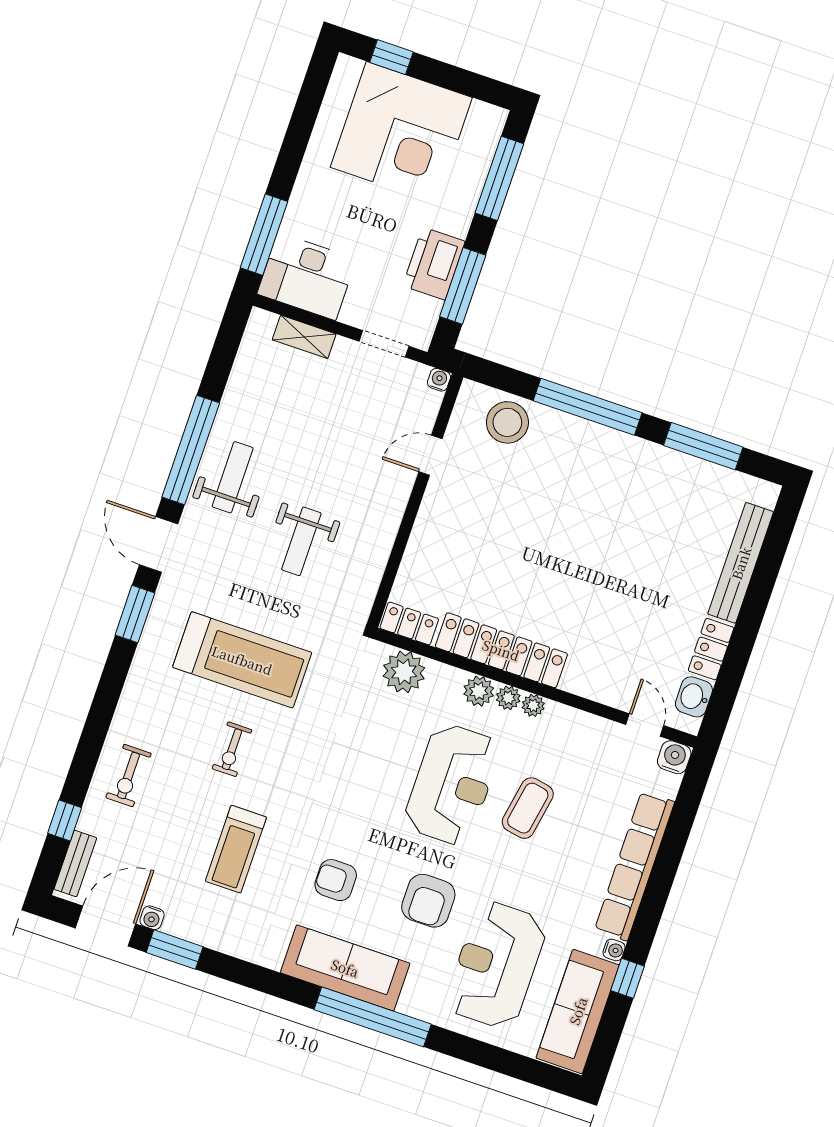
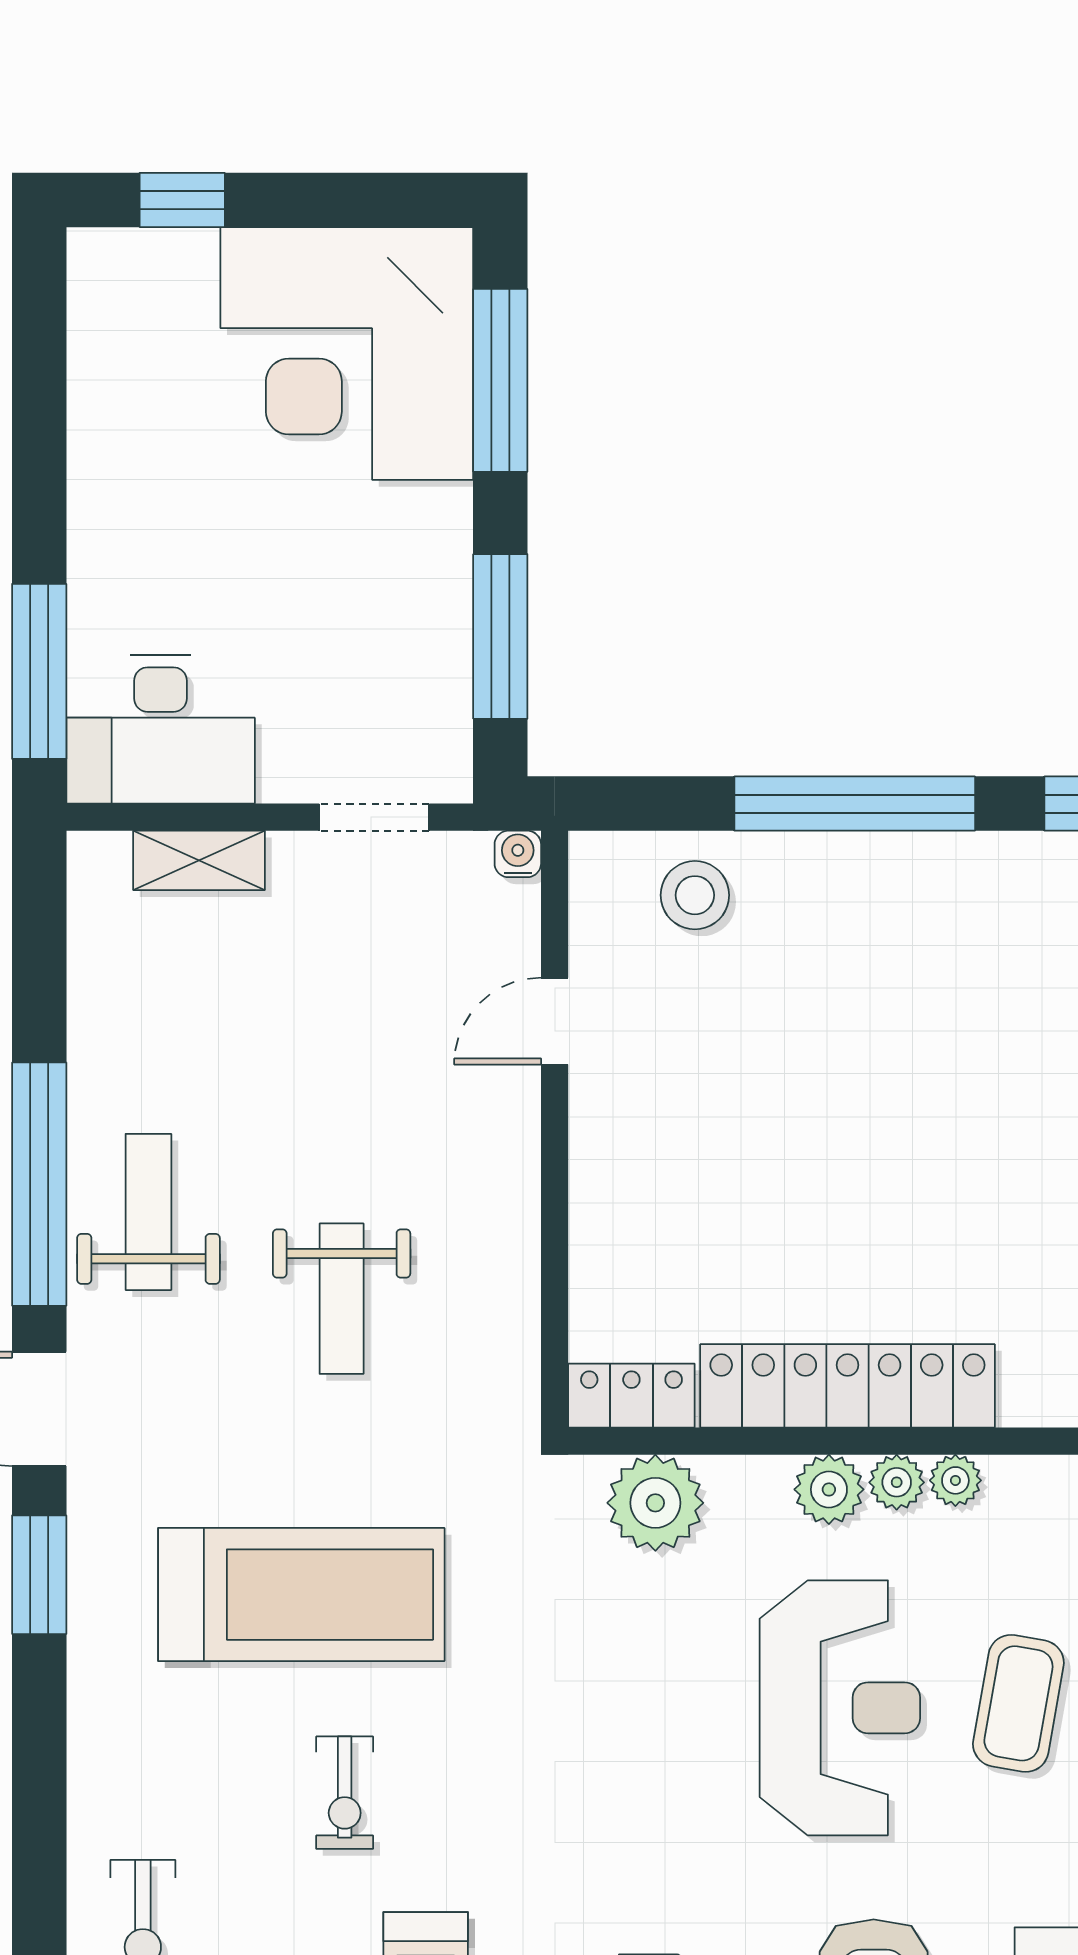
corner desk: (401, 132) -> (347, 353), moved, turned 90
printer: (434, 264) -> (422, 610), removed
stool: (507, 422) -> (695, 895), width x0.73, depth x0.73

